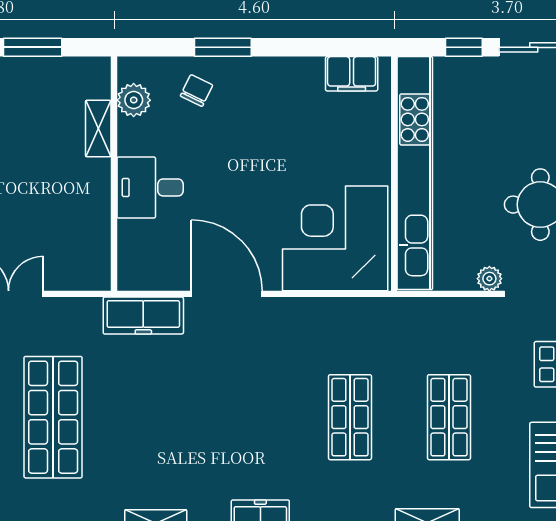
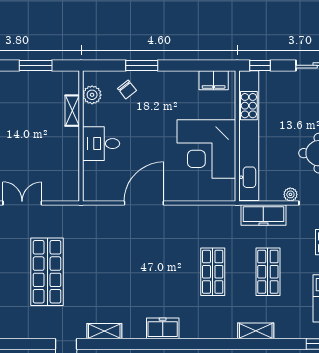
window: (464, 47) -> (260, 65), moved
chair: (197, 91) -> (127, 90), turned 116
corner desk: (335, 238) -> (206, 149), moved, turned -90
door: (227, 294) -> (144, 203), hinge flipped
freezer: (143, 315) -> (263, 215), moved

